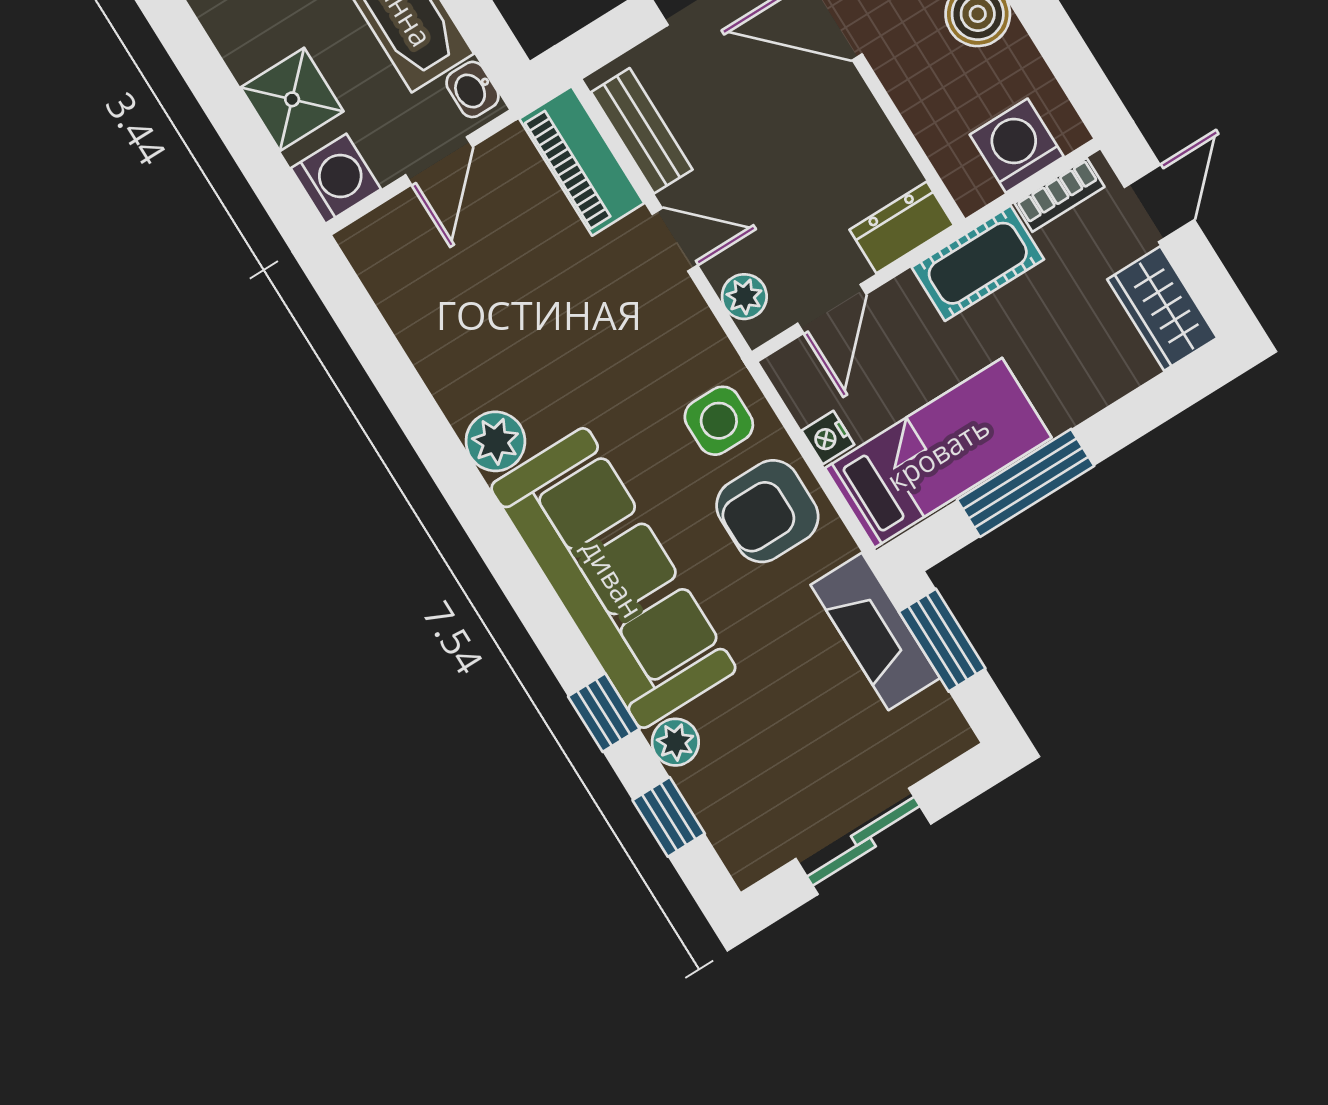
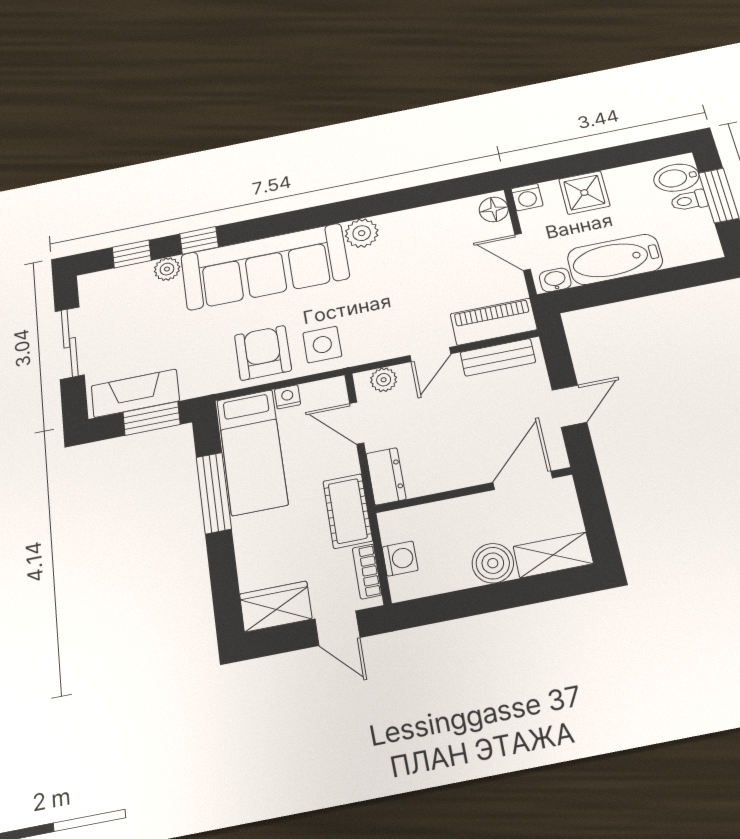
washing machine: (1017, 146) -> (400, 559), width x0.73, depth x0.73
washing machine: (336, 179) -> (527, 197), width x0.73, depth x0.73
floor lamp: (375, 238) -> (494, 209), added
fireplace: (875, 631) -> (135, 393), moved

